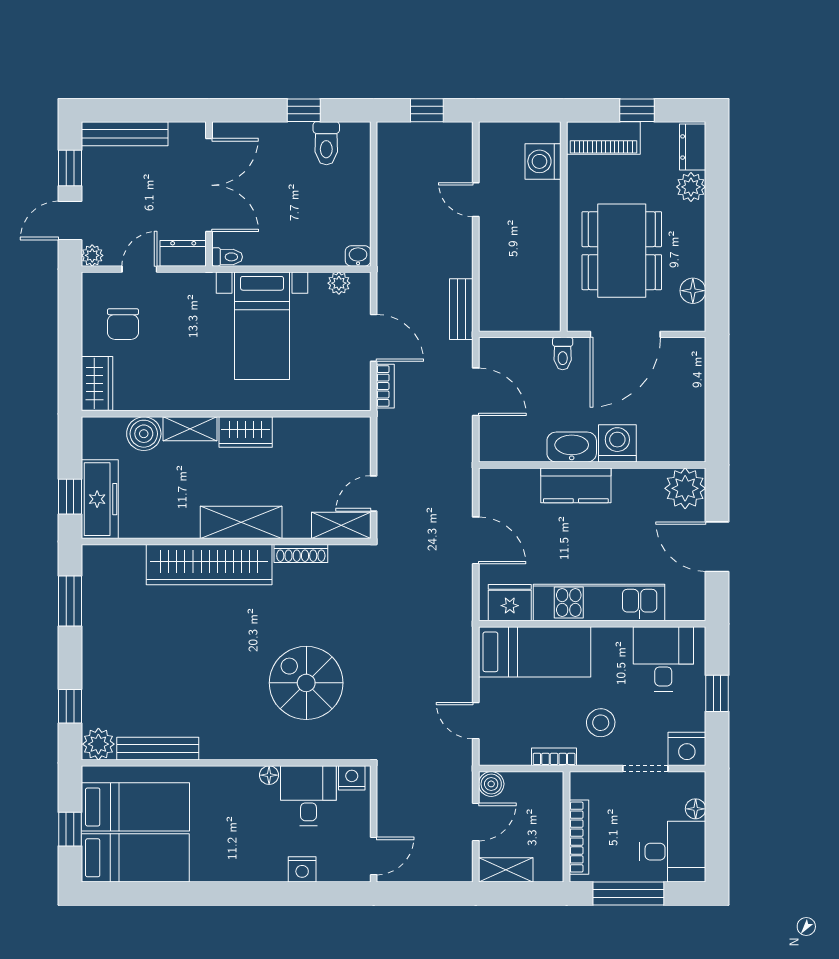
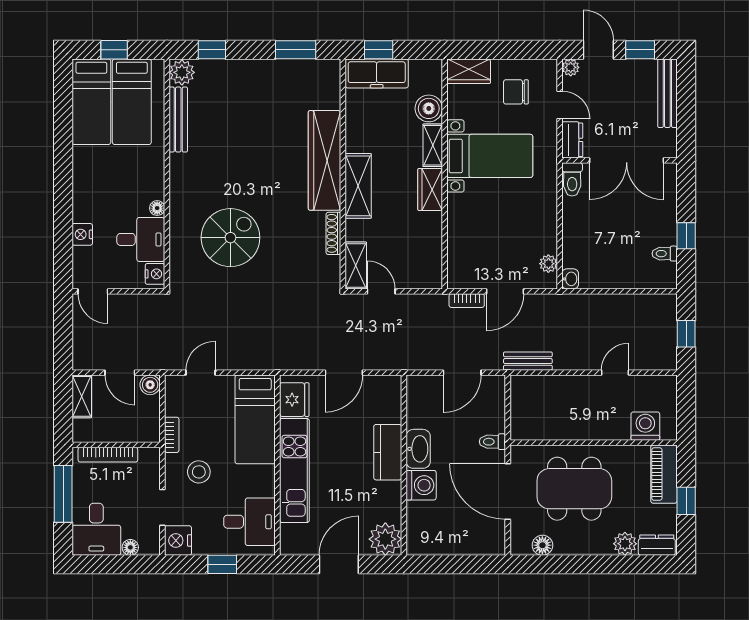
toilet: (326, 143) -> (665, 254), width x0.73, depth x0.72
toilet: (227, 257) -> (572, 179), width x1.37, depth x1.39
bed with nightstands: (262, 326) -> (490, 156), moved, turned 180

